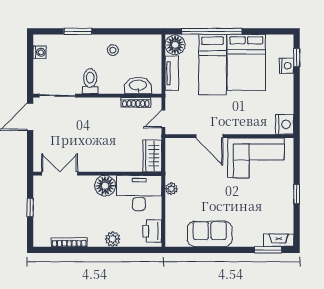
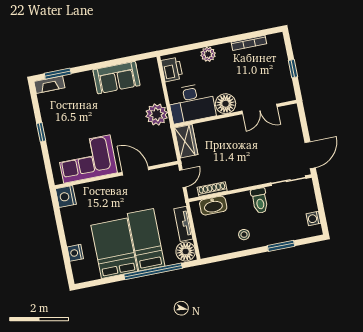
window: (297, 58) -> (67, 262), removed
double door: (60, 174) -> (260, 109), moved
plant: (171, 189) -> (157, 114), width x1.87, depth x1.87

